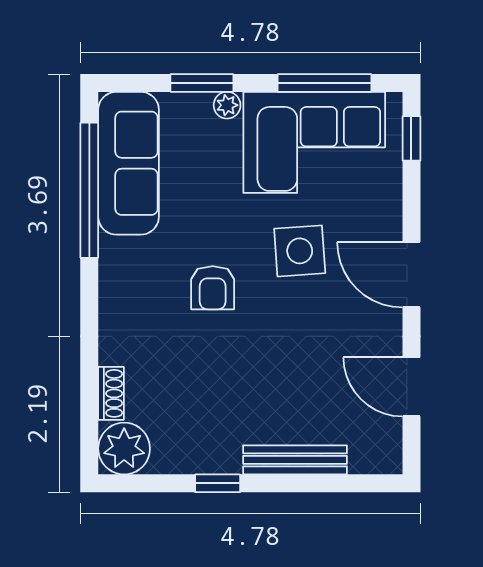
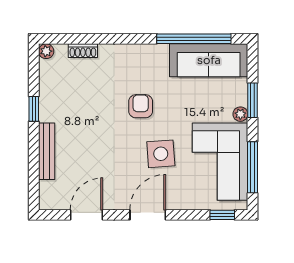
armchair: (213, 288) -> (141, 106), turned 90
plant: (124, 449) -> (46, 51), width x0.53, depth x0.53

